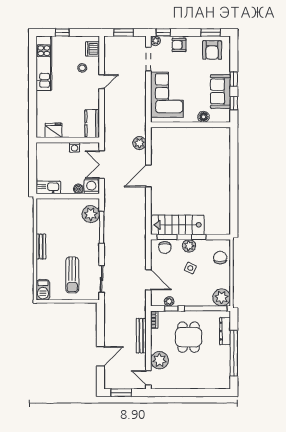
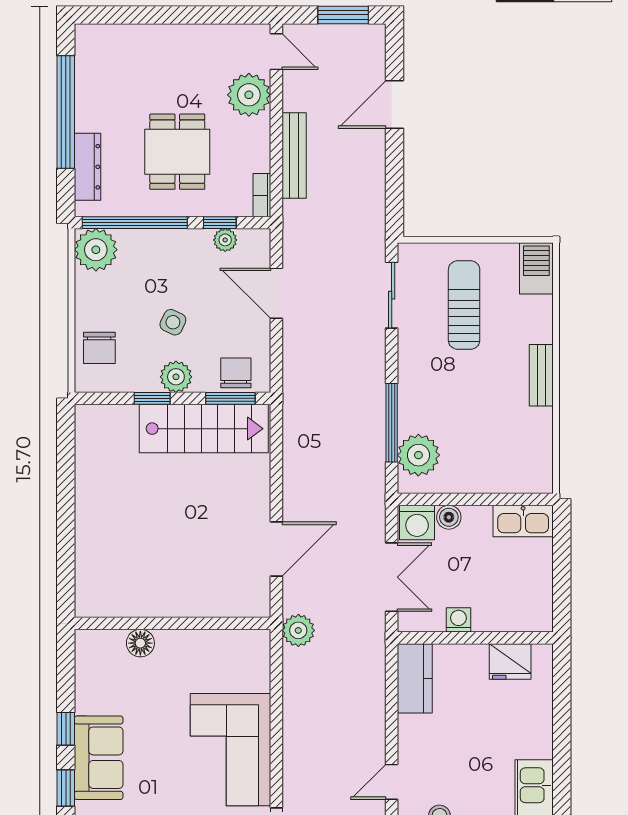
floor lamp: (203, 117) -> (140, 643), moved
wall: (190, 125) -> (172, 623), moved

